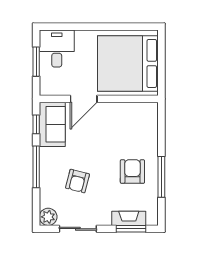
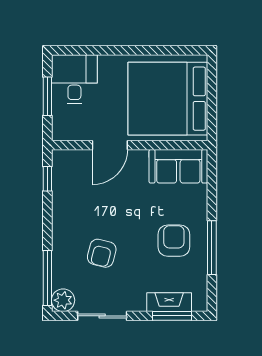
sofa: (52, 124) -> (178, 166), moved, turned 90
window: (36, 167) -> (47, 278), moved

